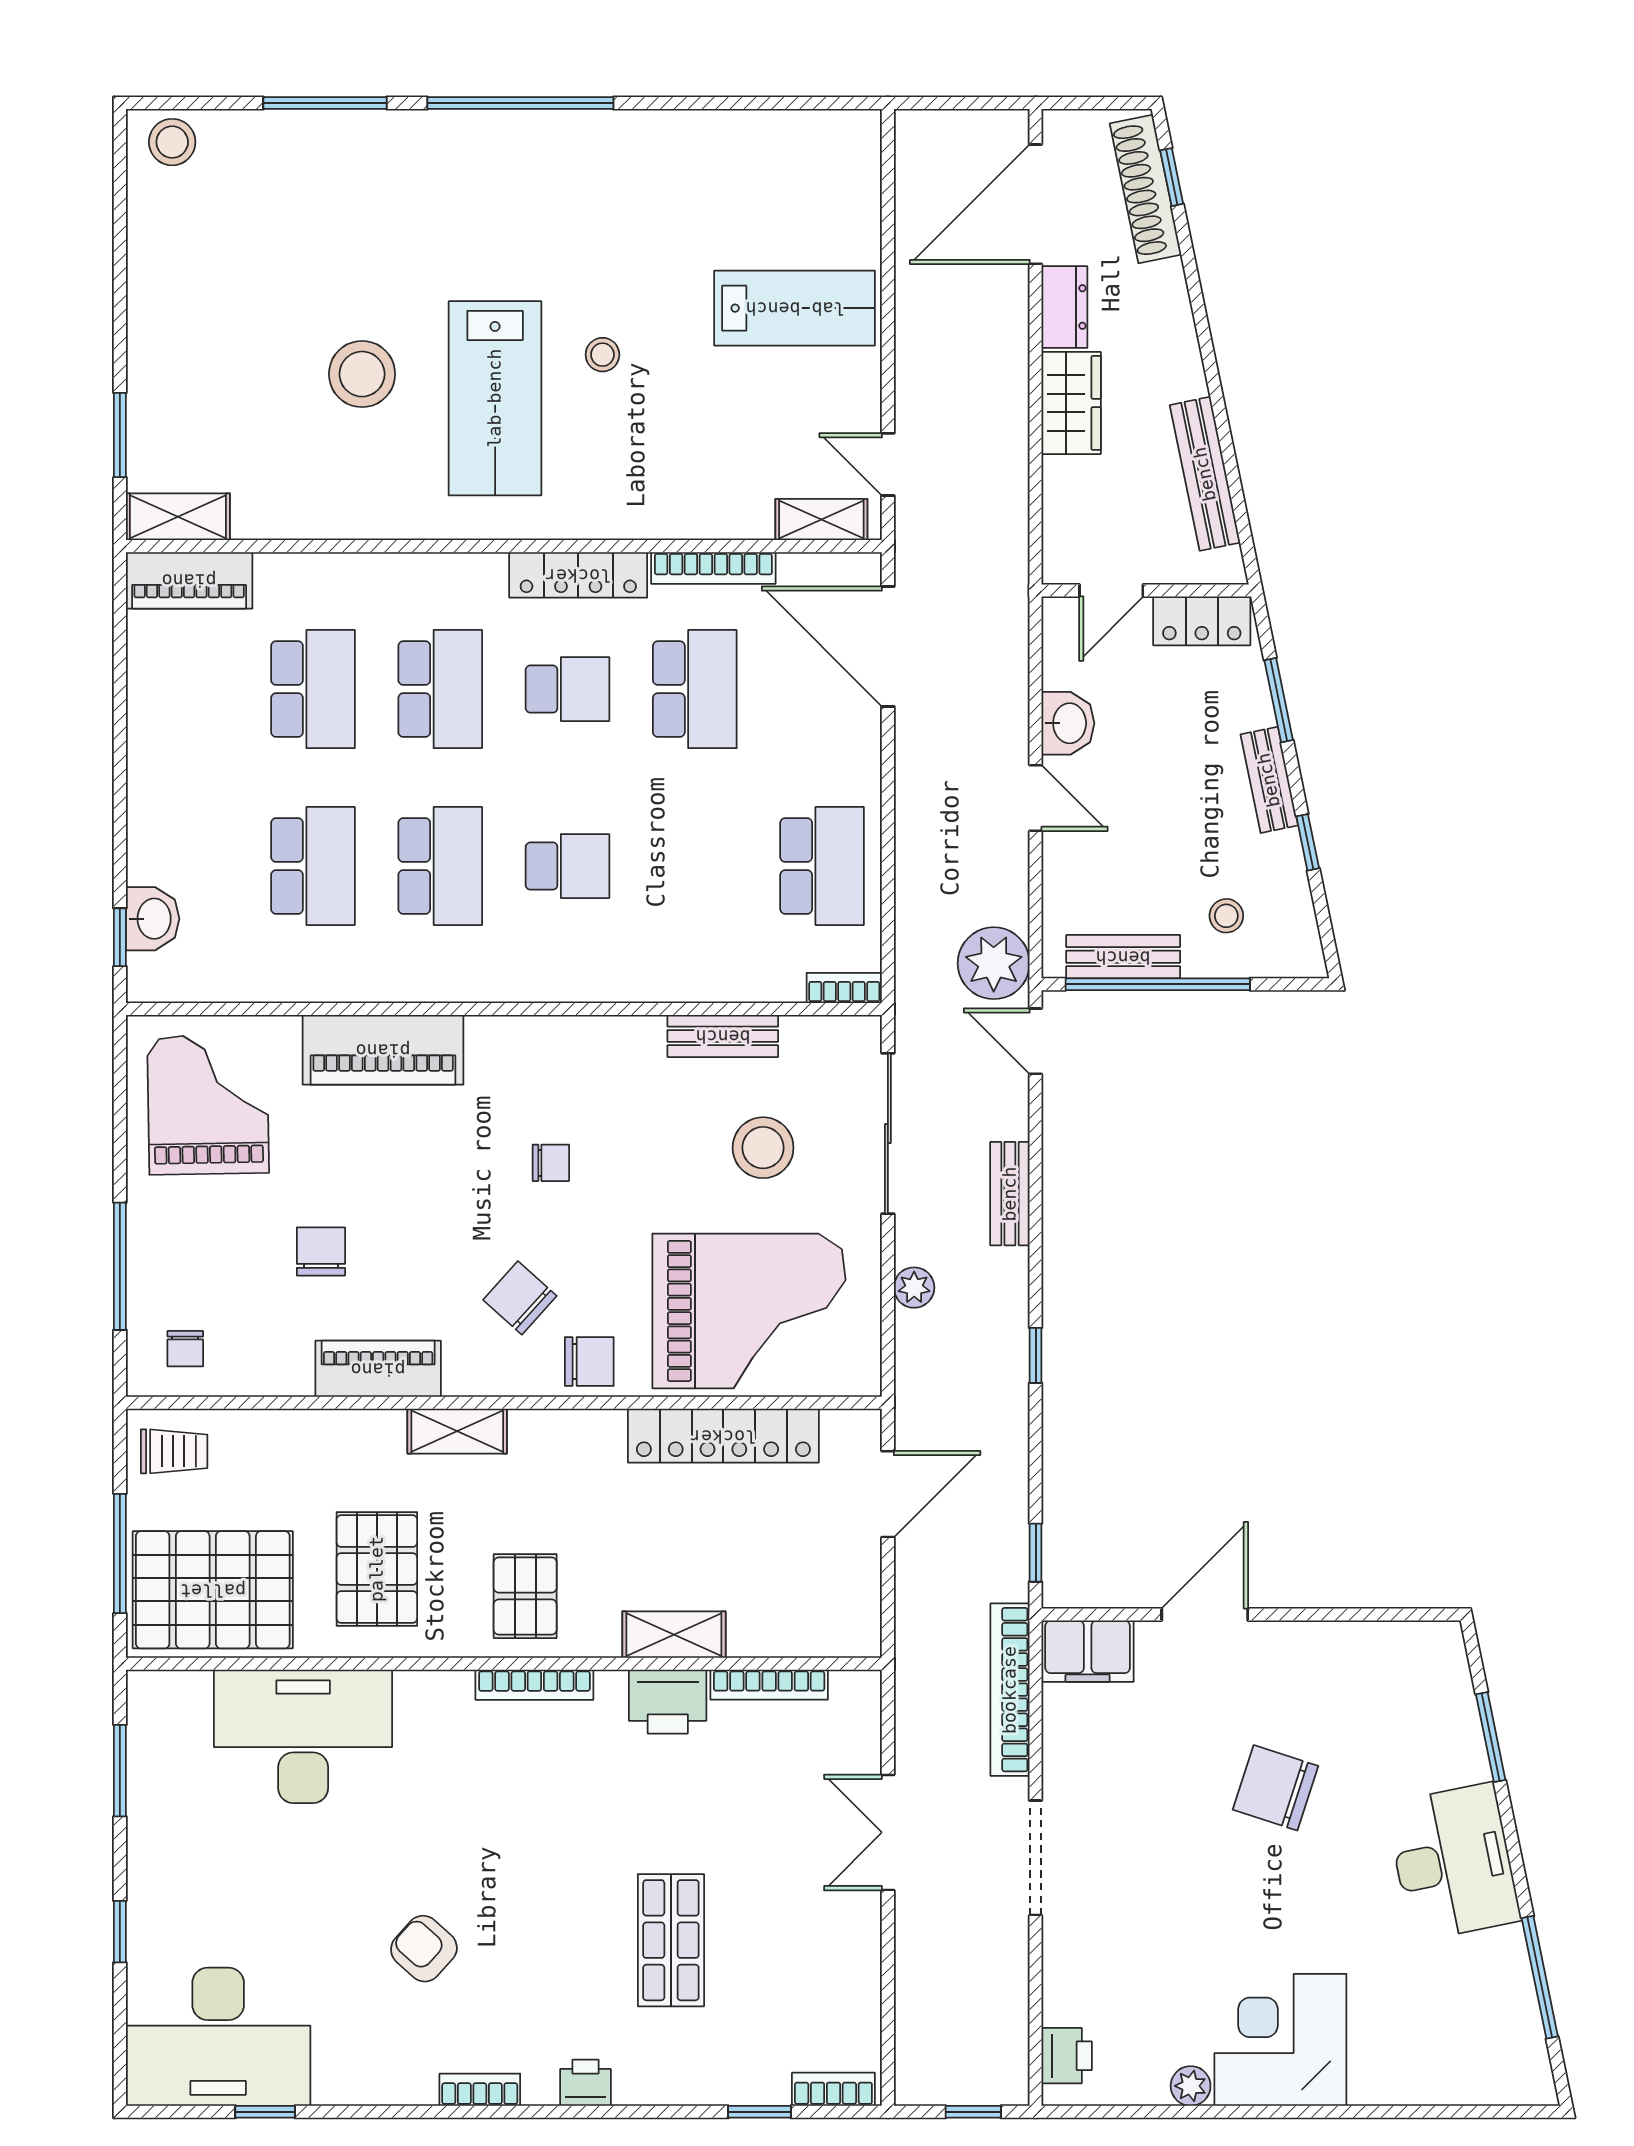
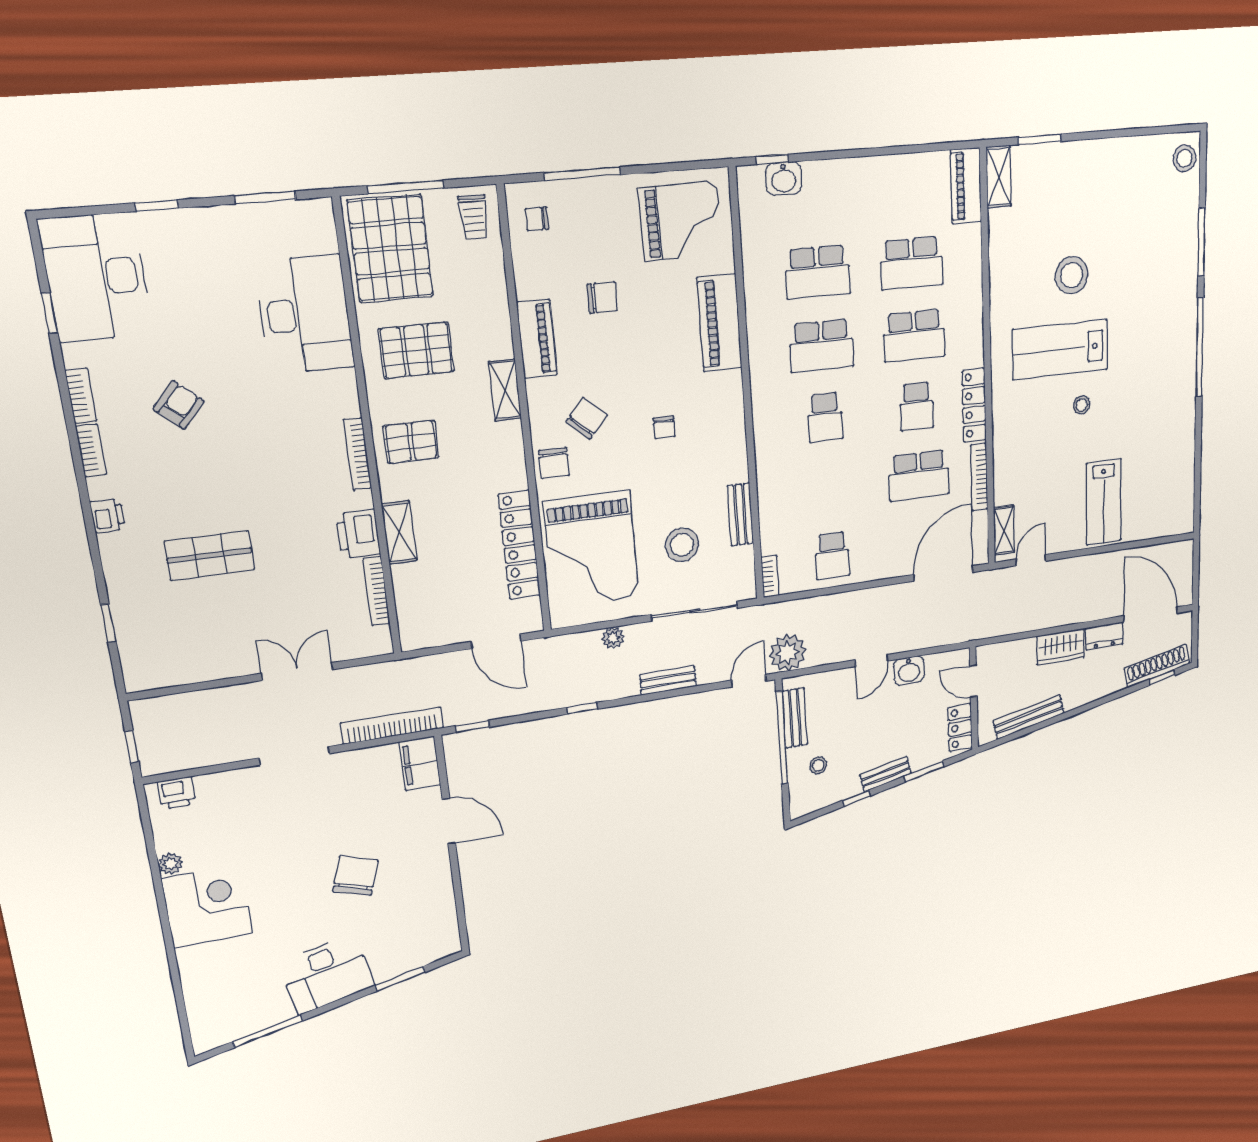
school desk: (822, 866) -> (832, 555), width x0.54
bookcase: (833, 2089) -> (81, 396), moved

